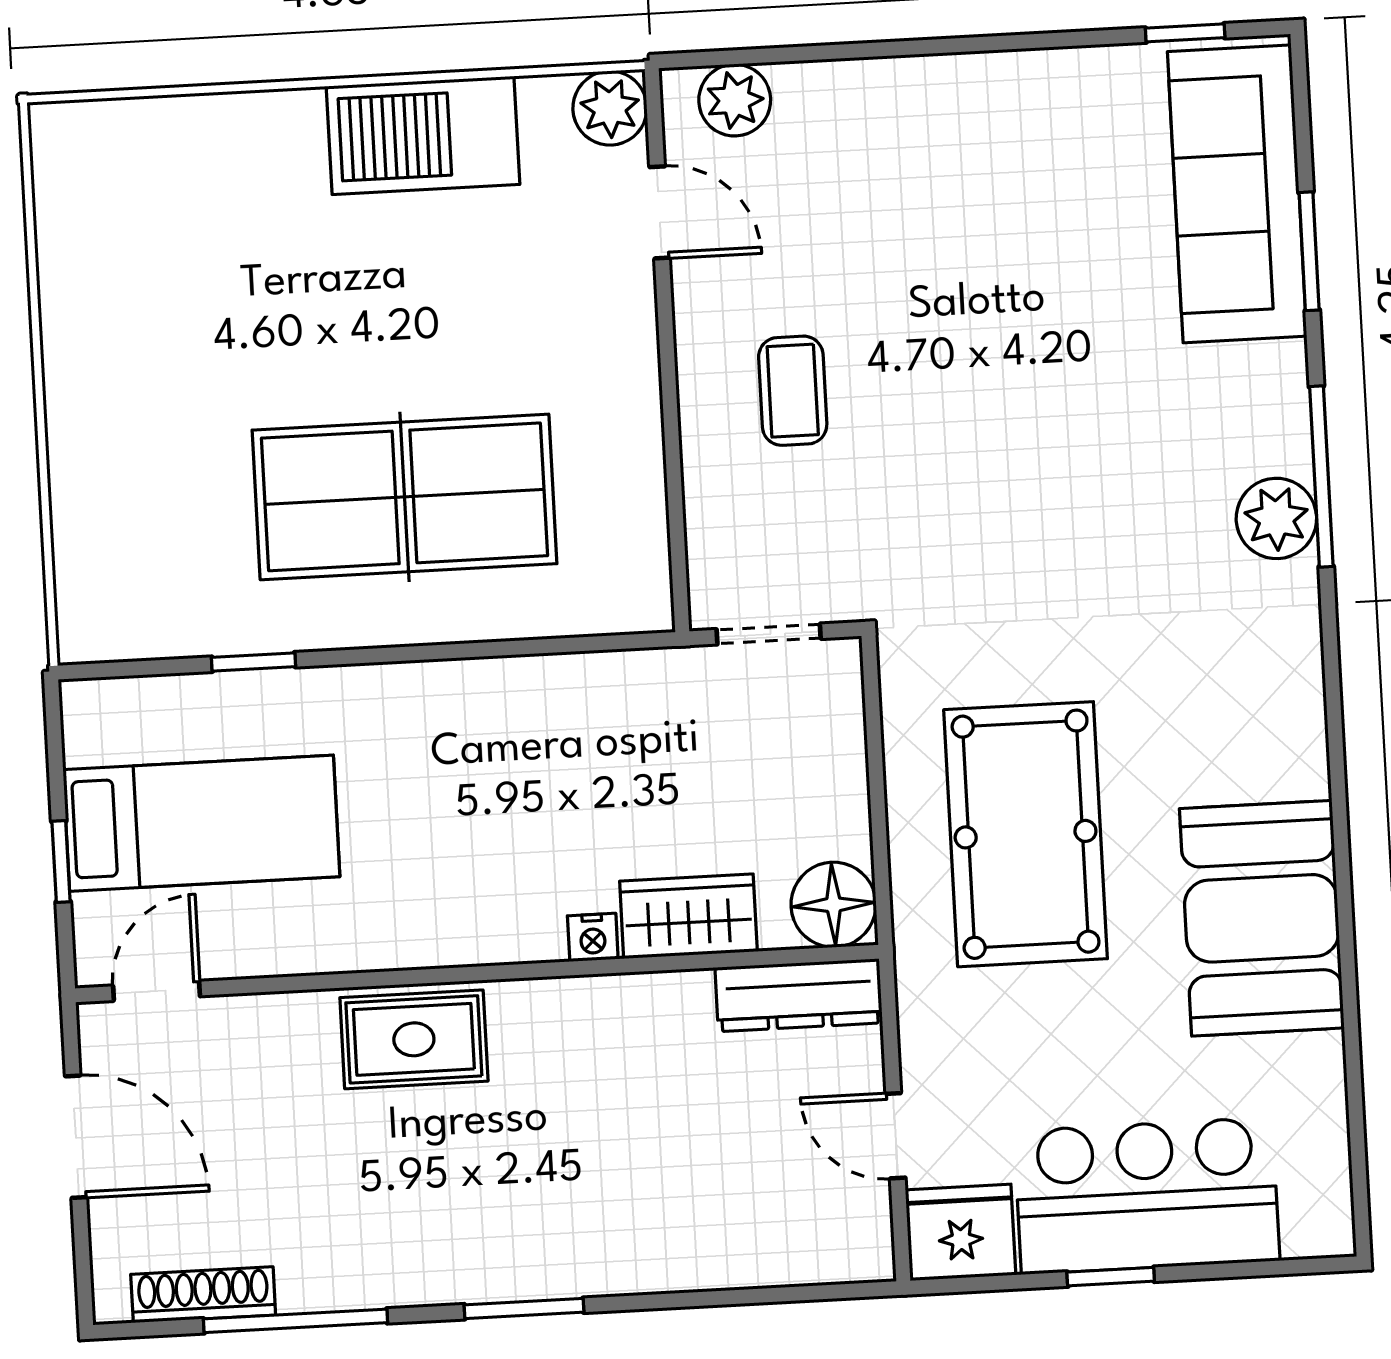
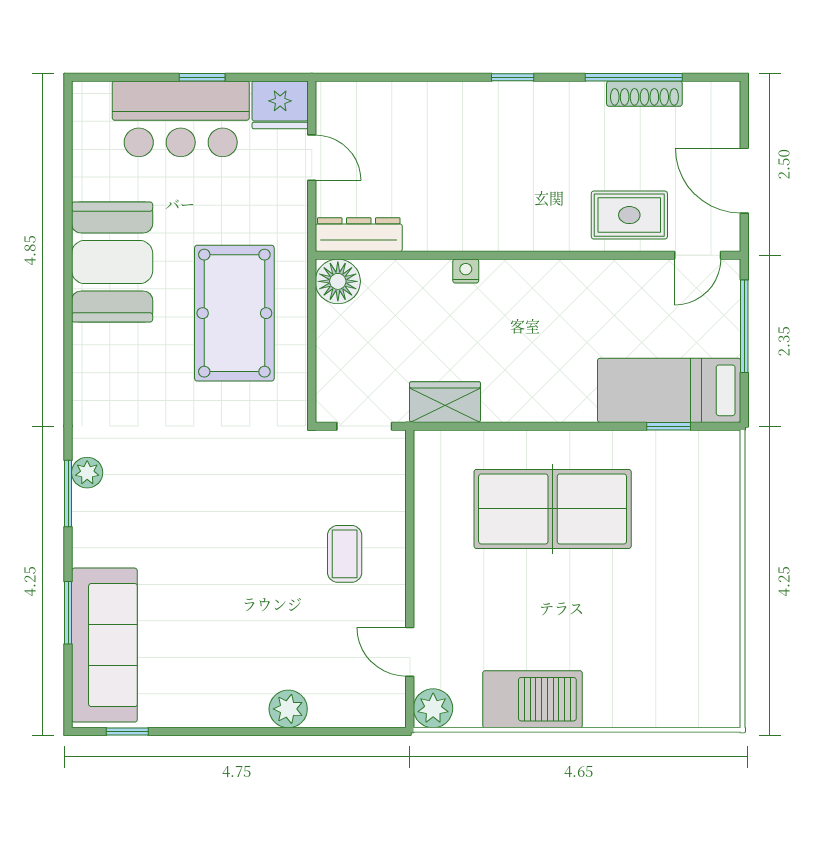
plant: (735, 100) -> (288, 709), moved
window: (1321, 477) -> (68, 493), width x0.69
plant: (1276, 518) -> (87, 473), width x0.73, depth x0.73
window: (253, 662) -> (669, 426), moved
bed: (201, 823) -> (669, 390), moved
window: (61, 861) -> (744, 326), width x2.17
wardrobe: (688, 916) -> (445, 402), moved, turned 180
rug: (414, 1039) -> (629, 215), moved
shoe rack: (203, 1295) -> (644, 94), moved
window: (524, 1308) -> (513, 77), width x0.67

